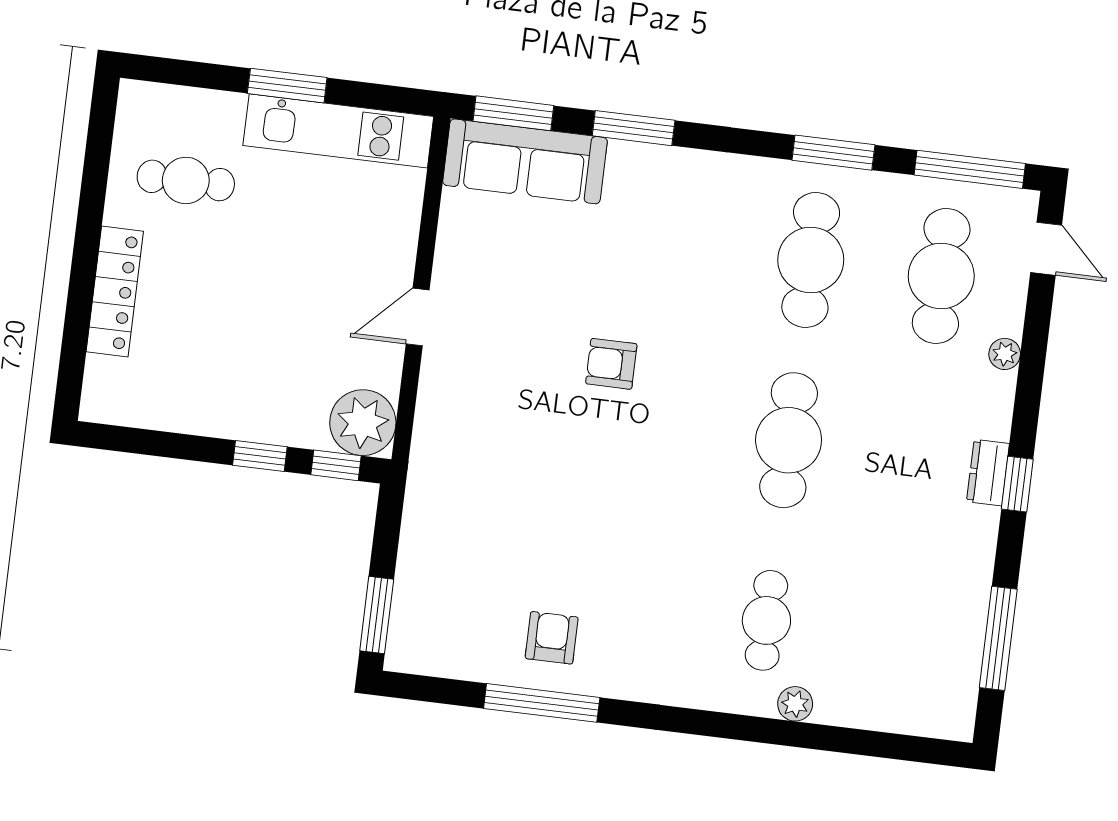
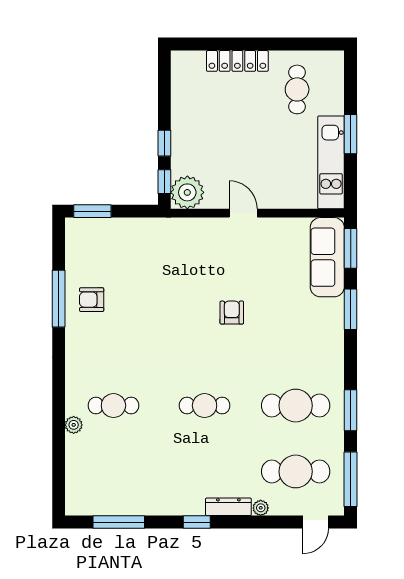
cafe table: (789, 440) -> (205, 406), width x0.73, depth x0.74
dresser: (988, 473) -> (228, 507), moved, width x1.44
armchair: (552, 638) -> (92, 300), turned 180

